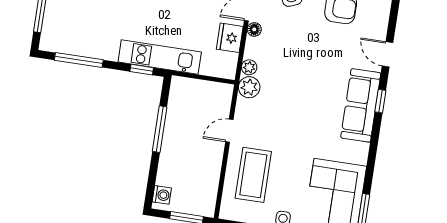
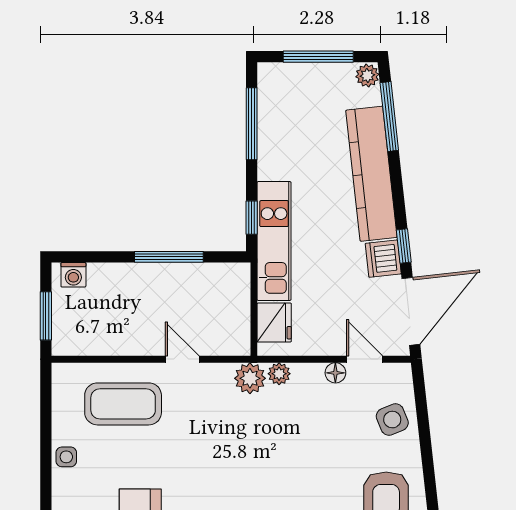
fridge: (230, 38) -> (274, 323), moved, turned 90

